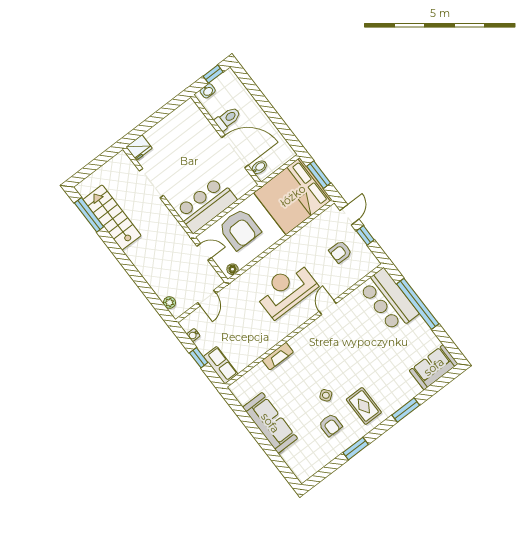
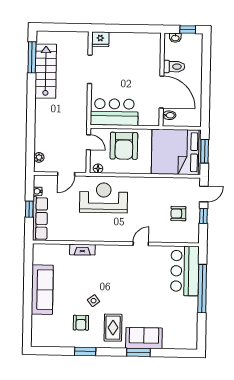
reception desk: (286, 290) -> (104, 198), moved
row of seats: (221, 365) -> (40, 219), width x1.48
sofa: (434, 367) -> (144, 338), moved

